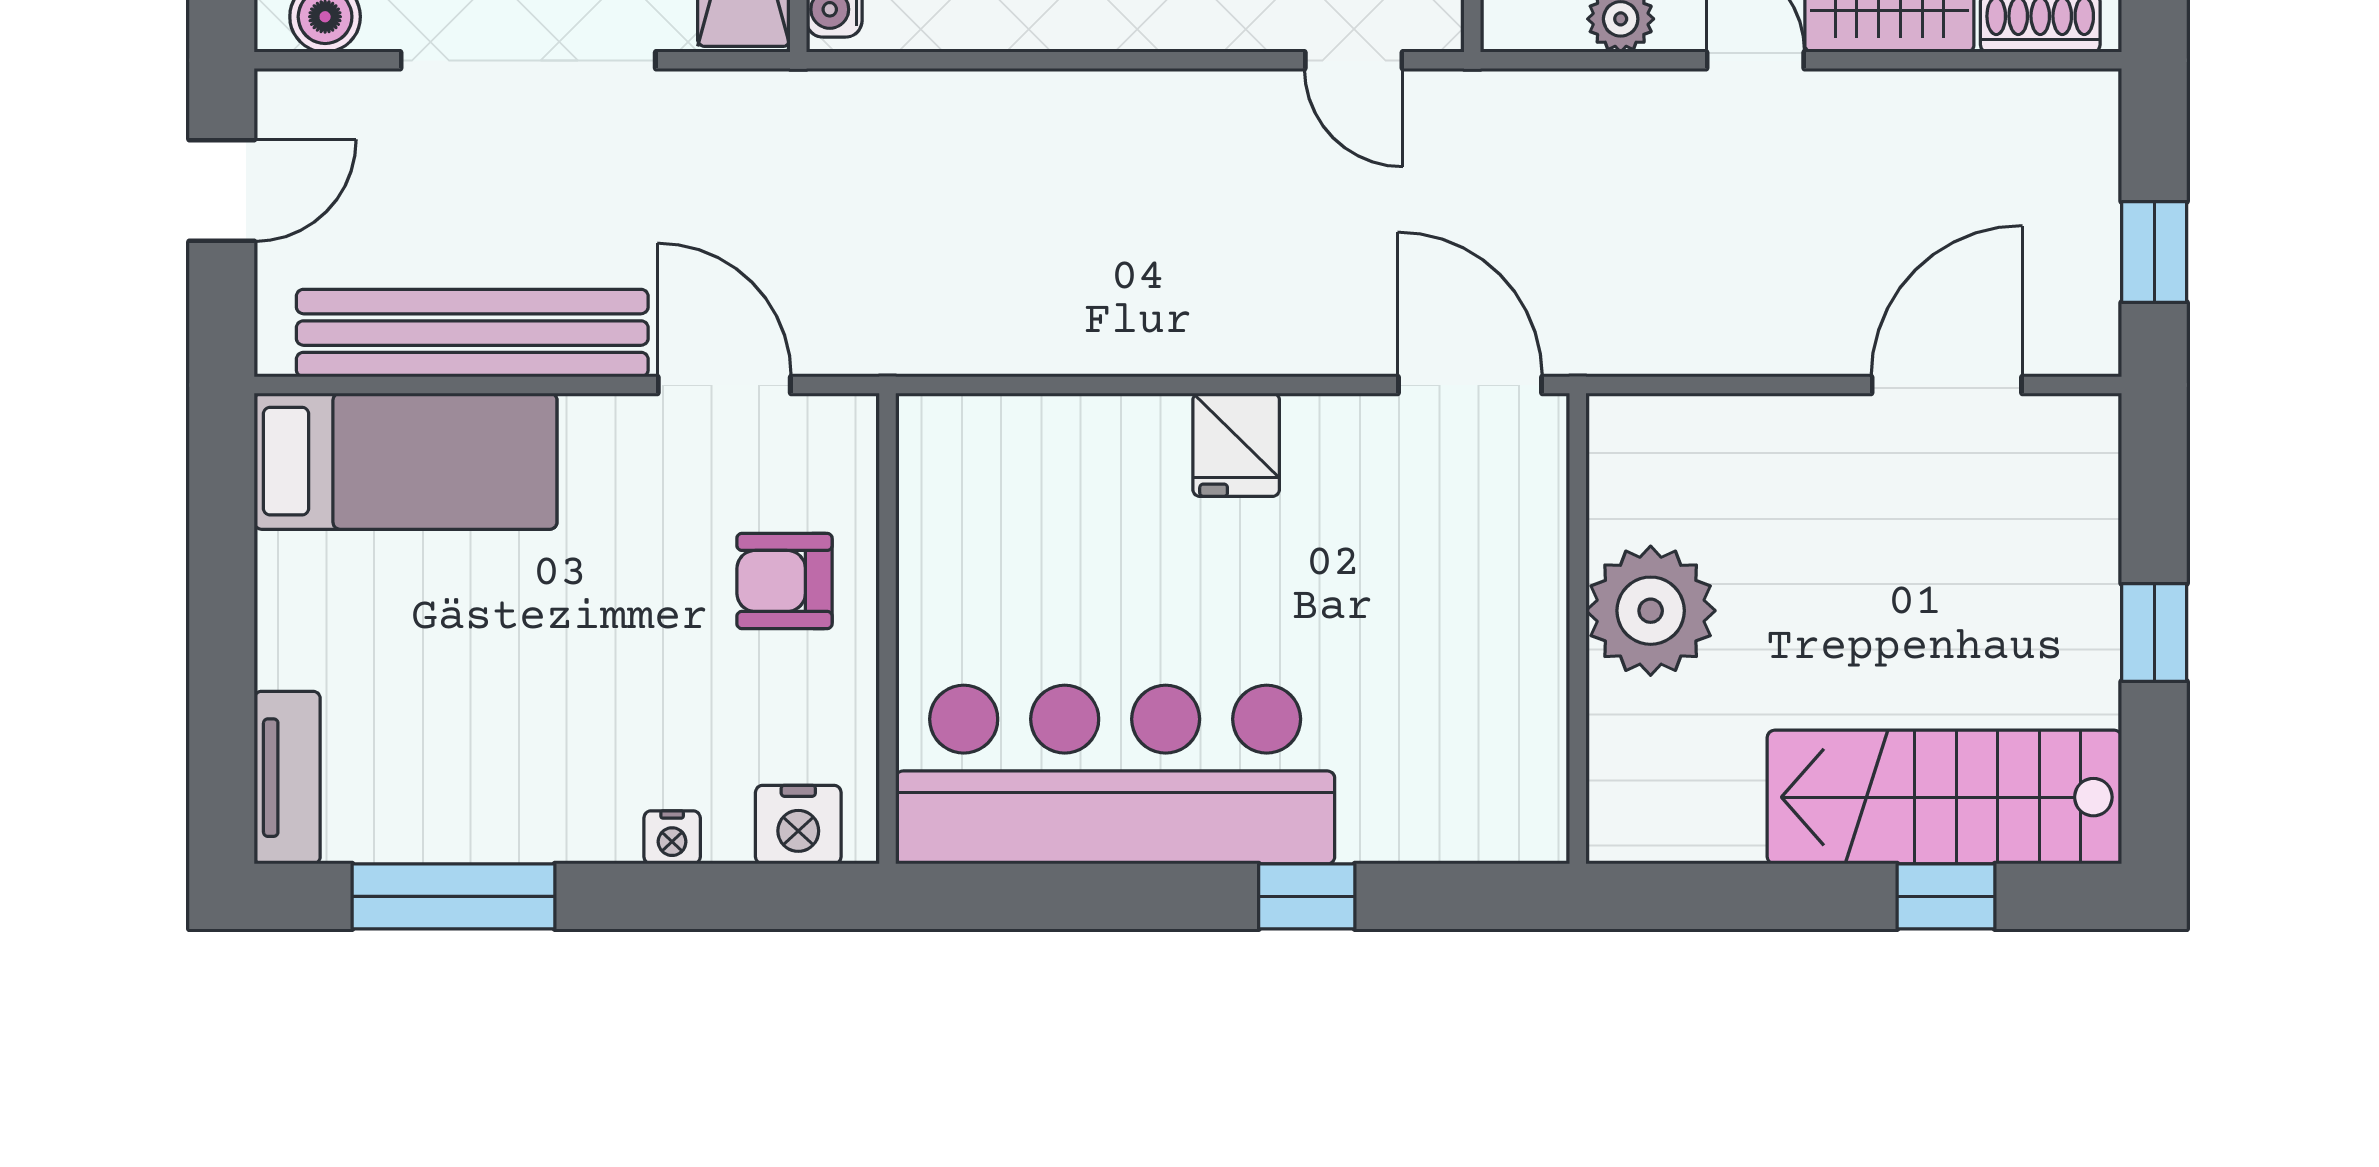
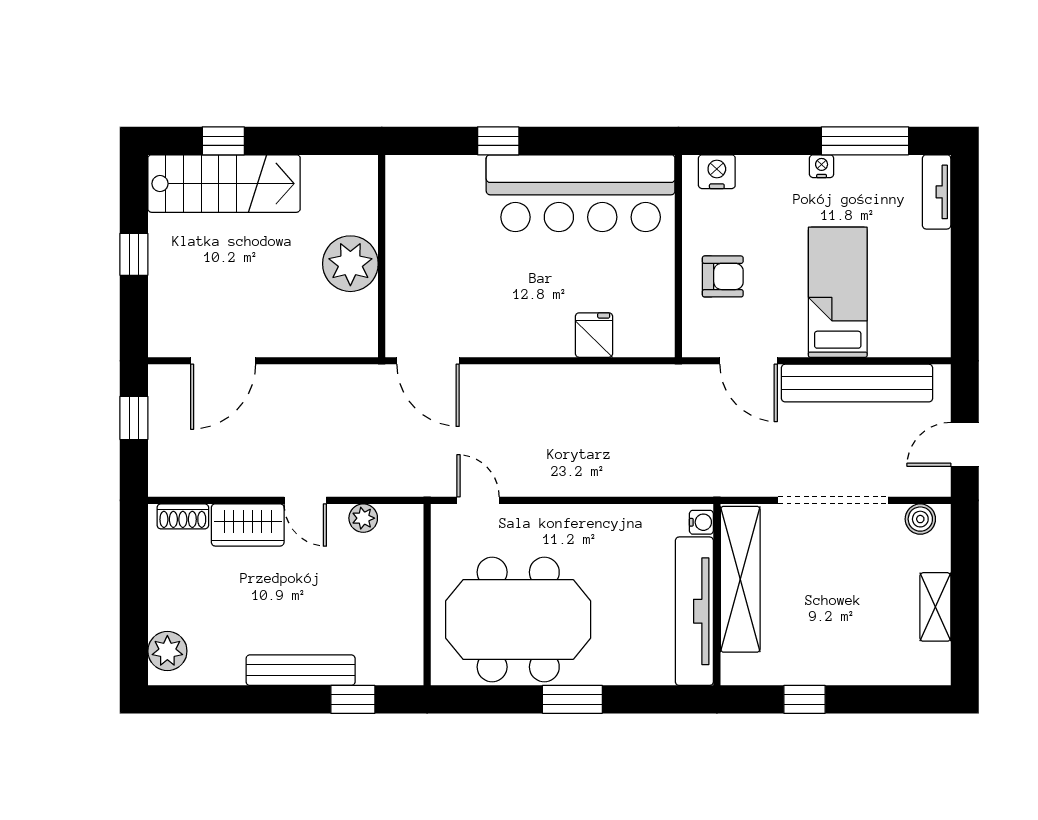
fridge: (1236, 445) -> (594, 335), moved
bed: (406, 461) -> (838, 292), moved, turned 90
nightstand: (672, 837) -> (822, 166), moved

